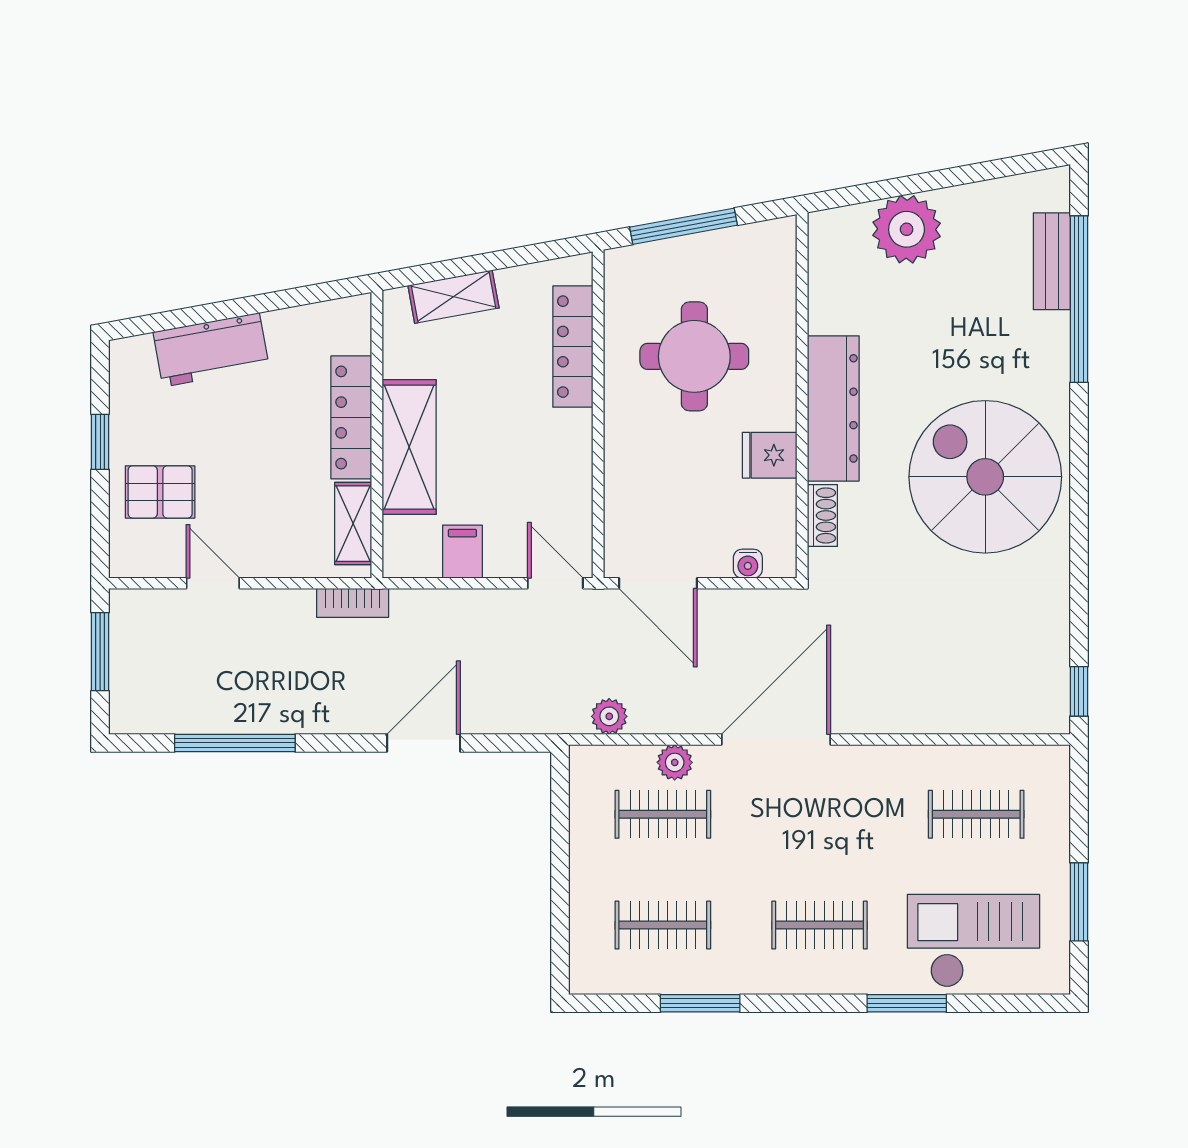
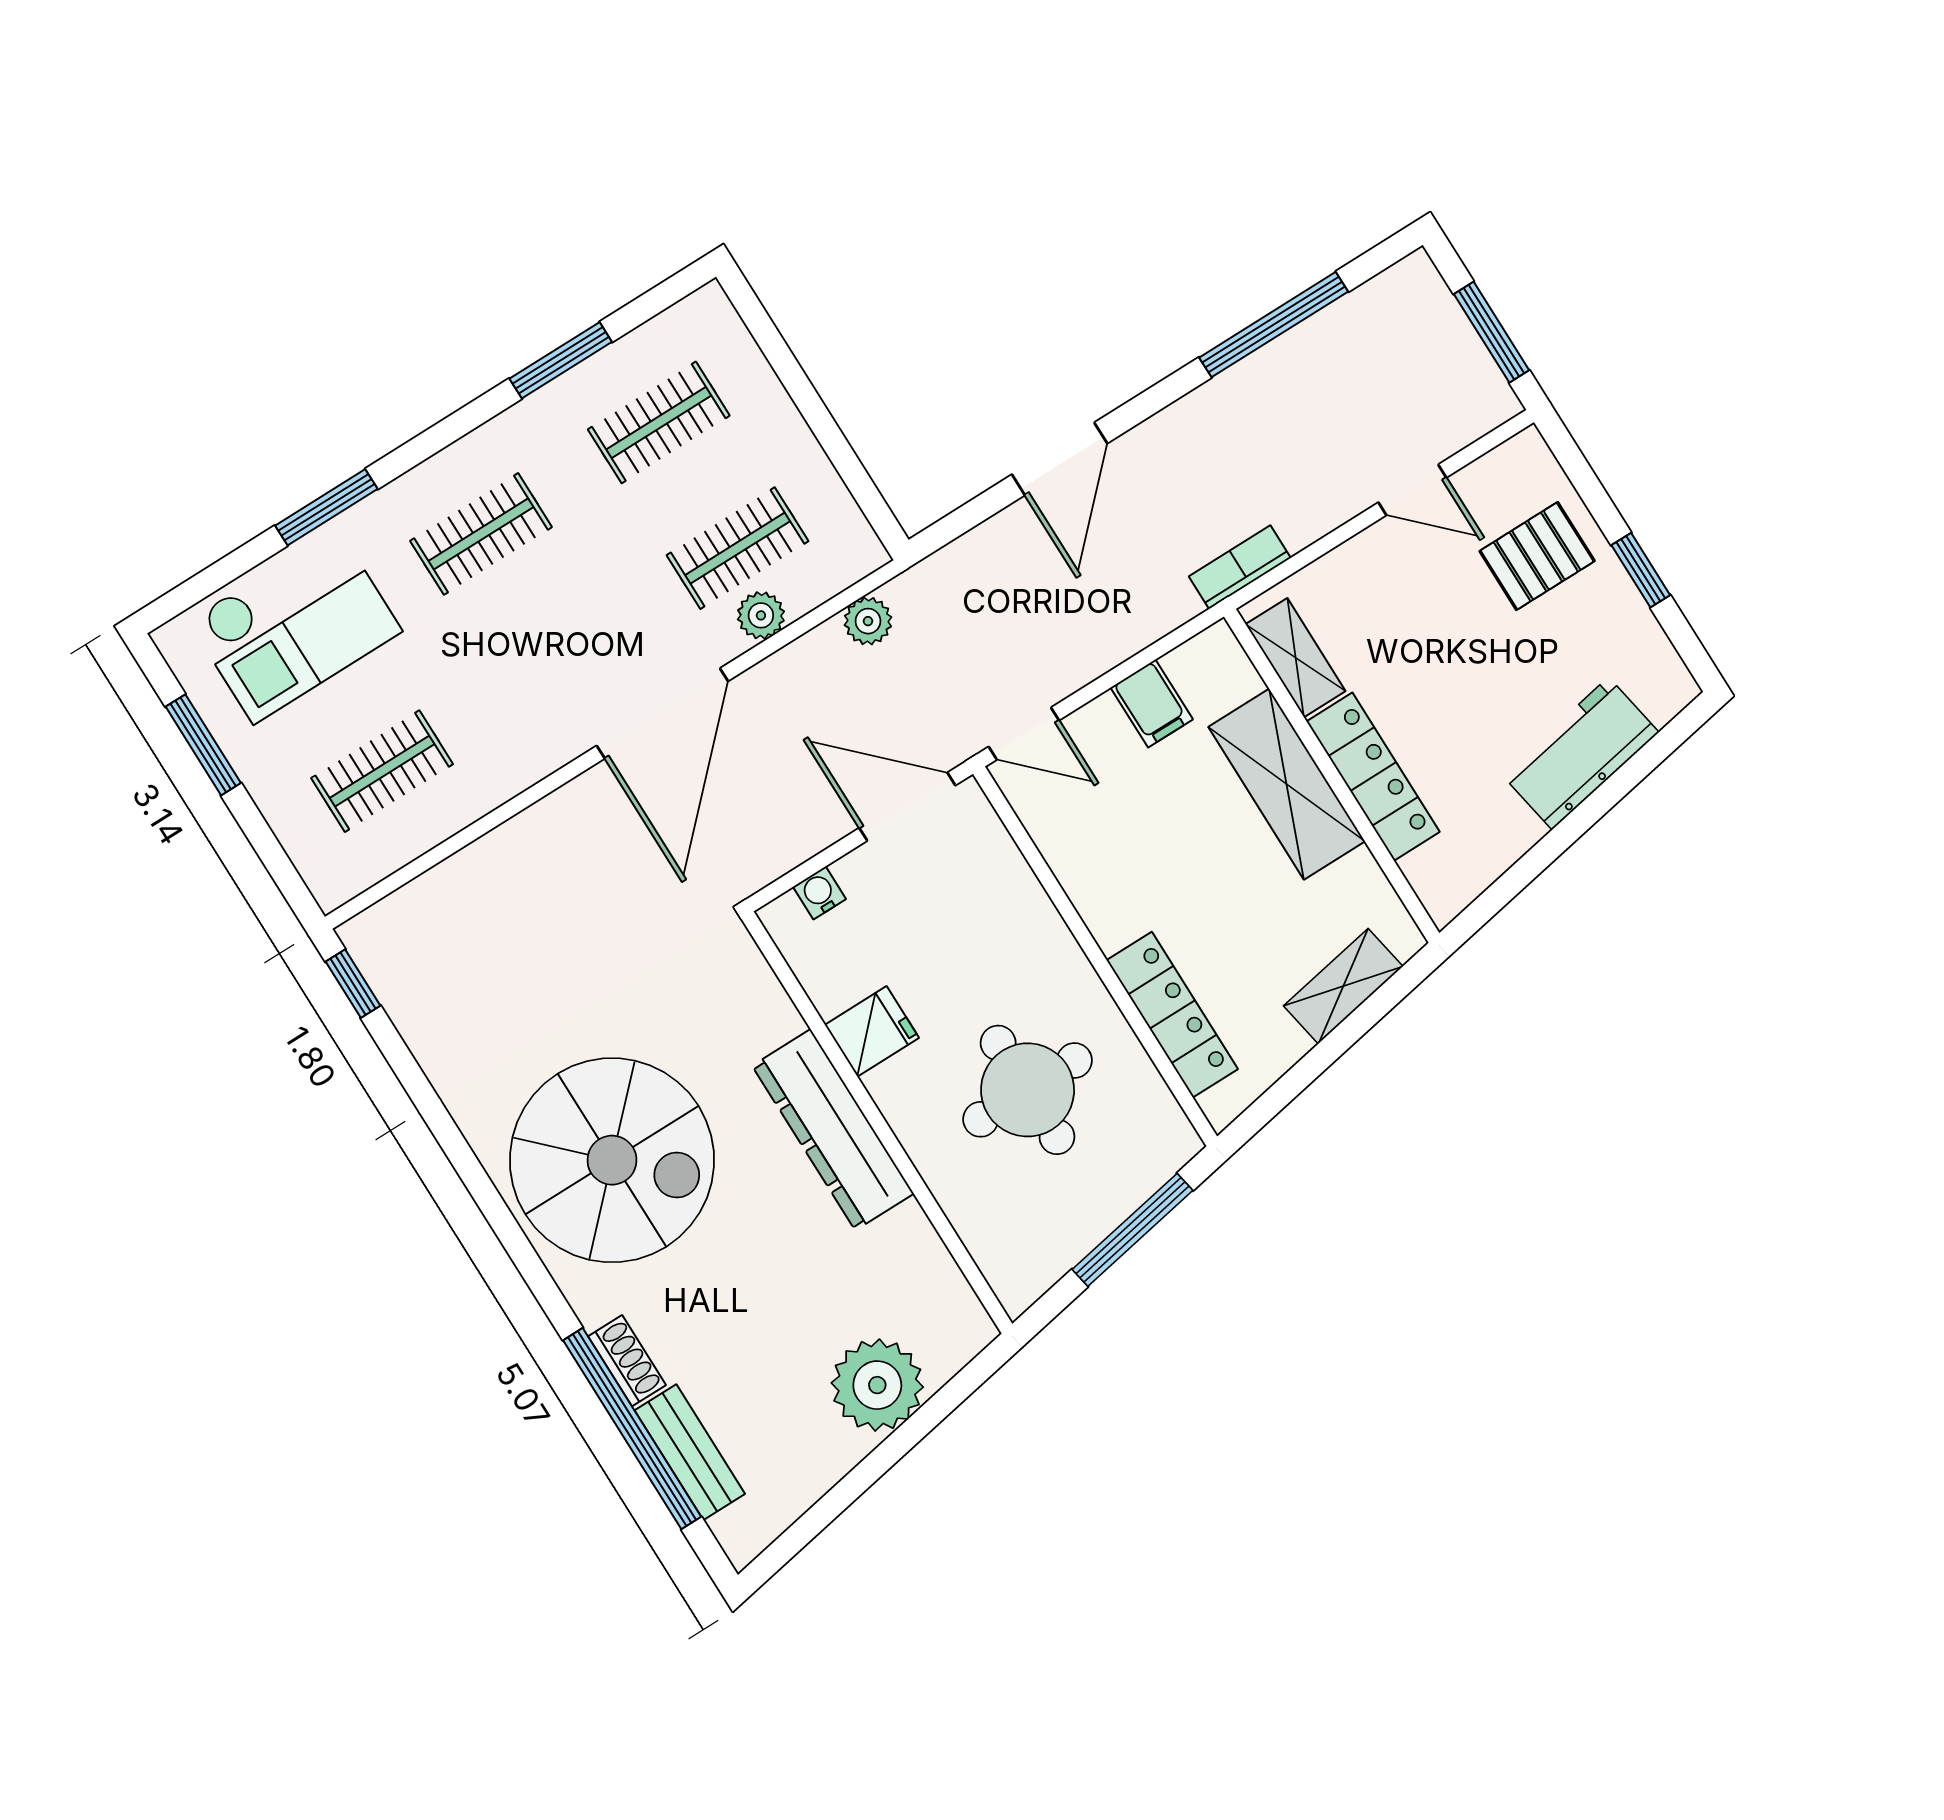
shoe rack: (822, 515) -> (627, 1361), moved, turned 180

